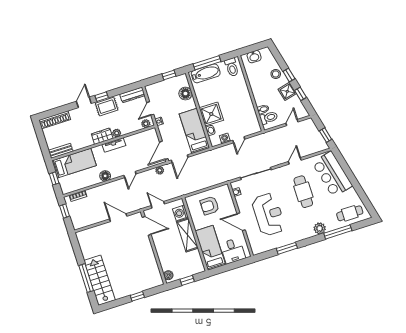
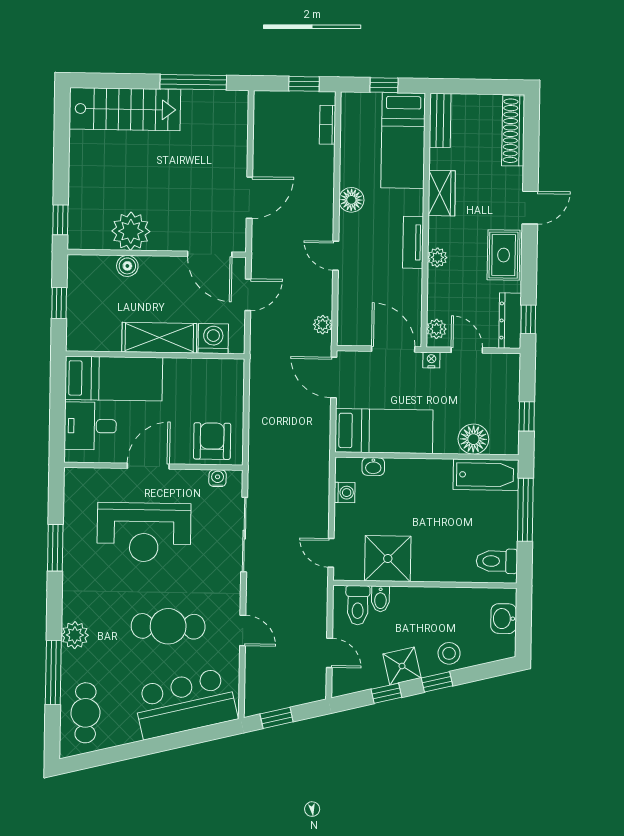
bathtub: (206, 73) -> (486, 475), moved, turned -90
window: (102, 97) -> (528, 319), moved
door: (84, 102) -> (530, 208), hinge flipped
shower: (211, 114) -> (388, 558), moved
wardrobe: (102, 136) -> (442, 193), moved
door: (239, 140) -> (331, 553), moved
door: (164, 150) -> (393, 349), moved
armchair: (210, 206) -> (212, 441), moved
door: (147, 226) -> (210, 254), hinge flipped
plant: (148, 261) -> (131, 231), added
boiler: (168, 275) -> (127, 266), moved
window: (86, 278) -> (193, 82), moved
window: (137, 296) -> (60, 220), moved

